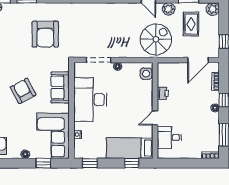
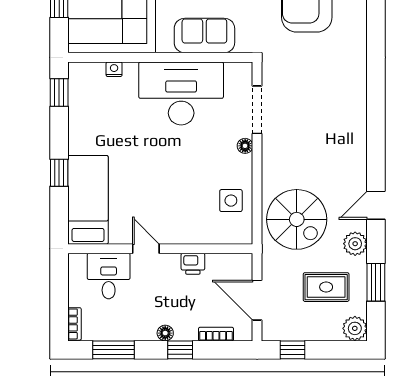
printer: (163, 93) -> (193, 264), moved
wall: (155, 110) -> (160, 249), moved
door: (155, 118) -> (146, 249), moved
desk: (169, 137) -> (109, 276), moved
bed: (130, 148) -> (88, 200), moved

